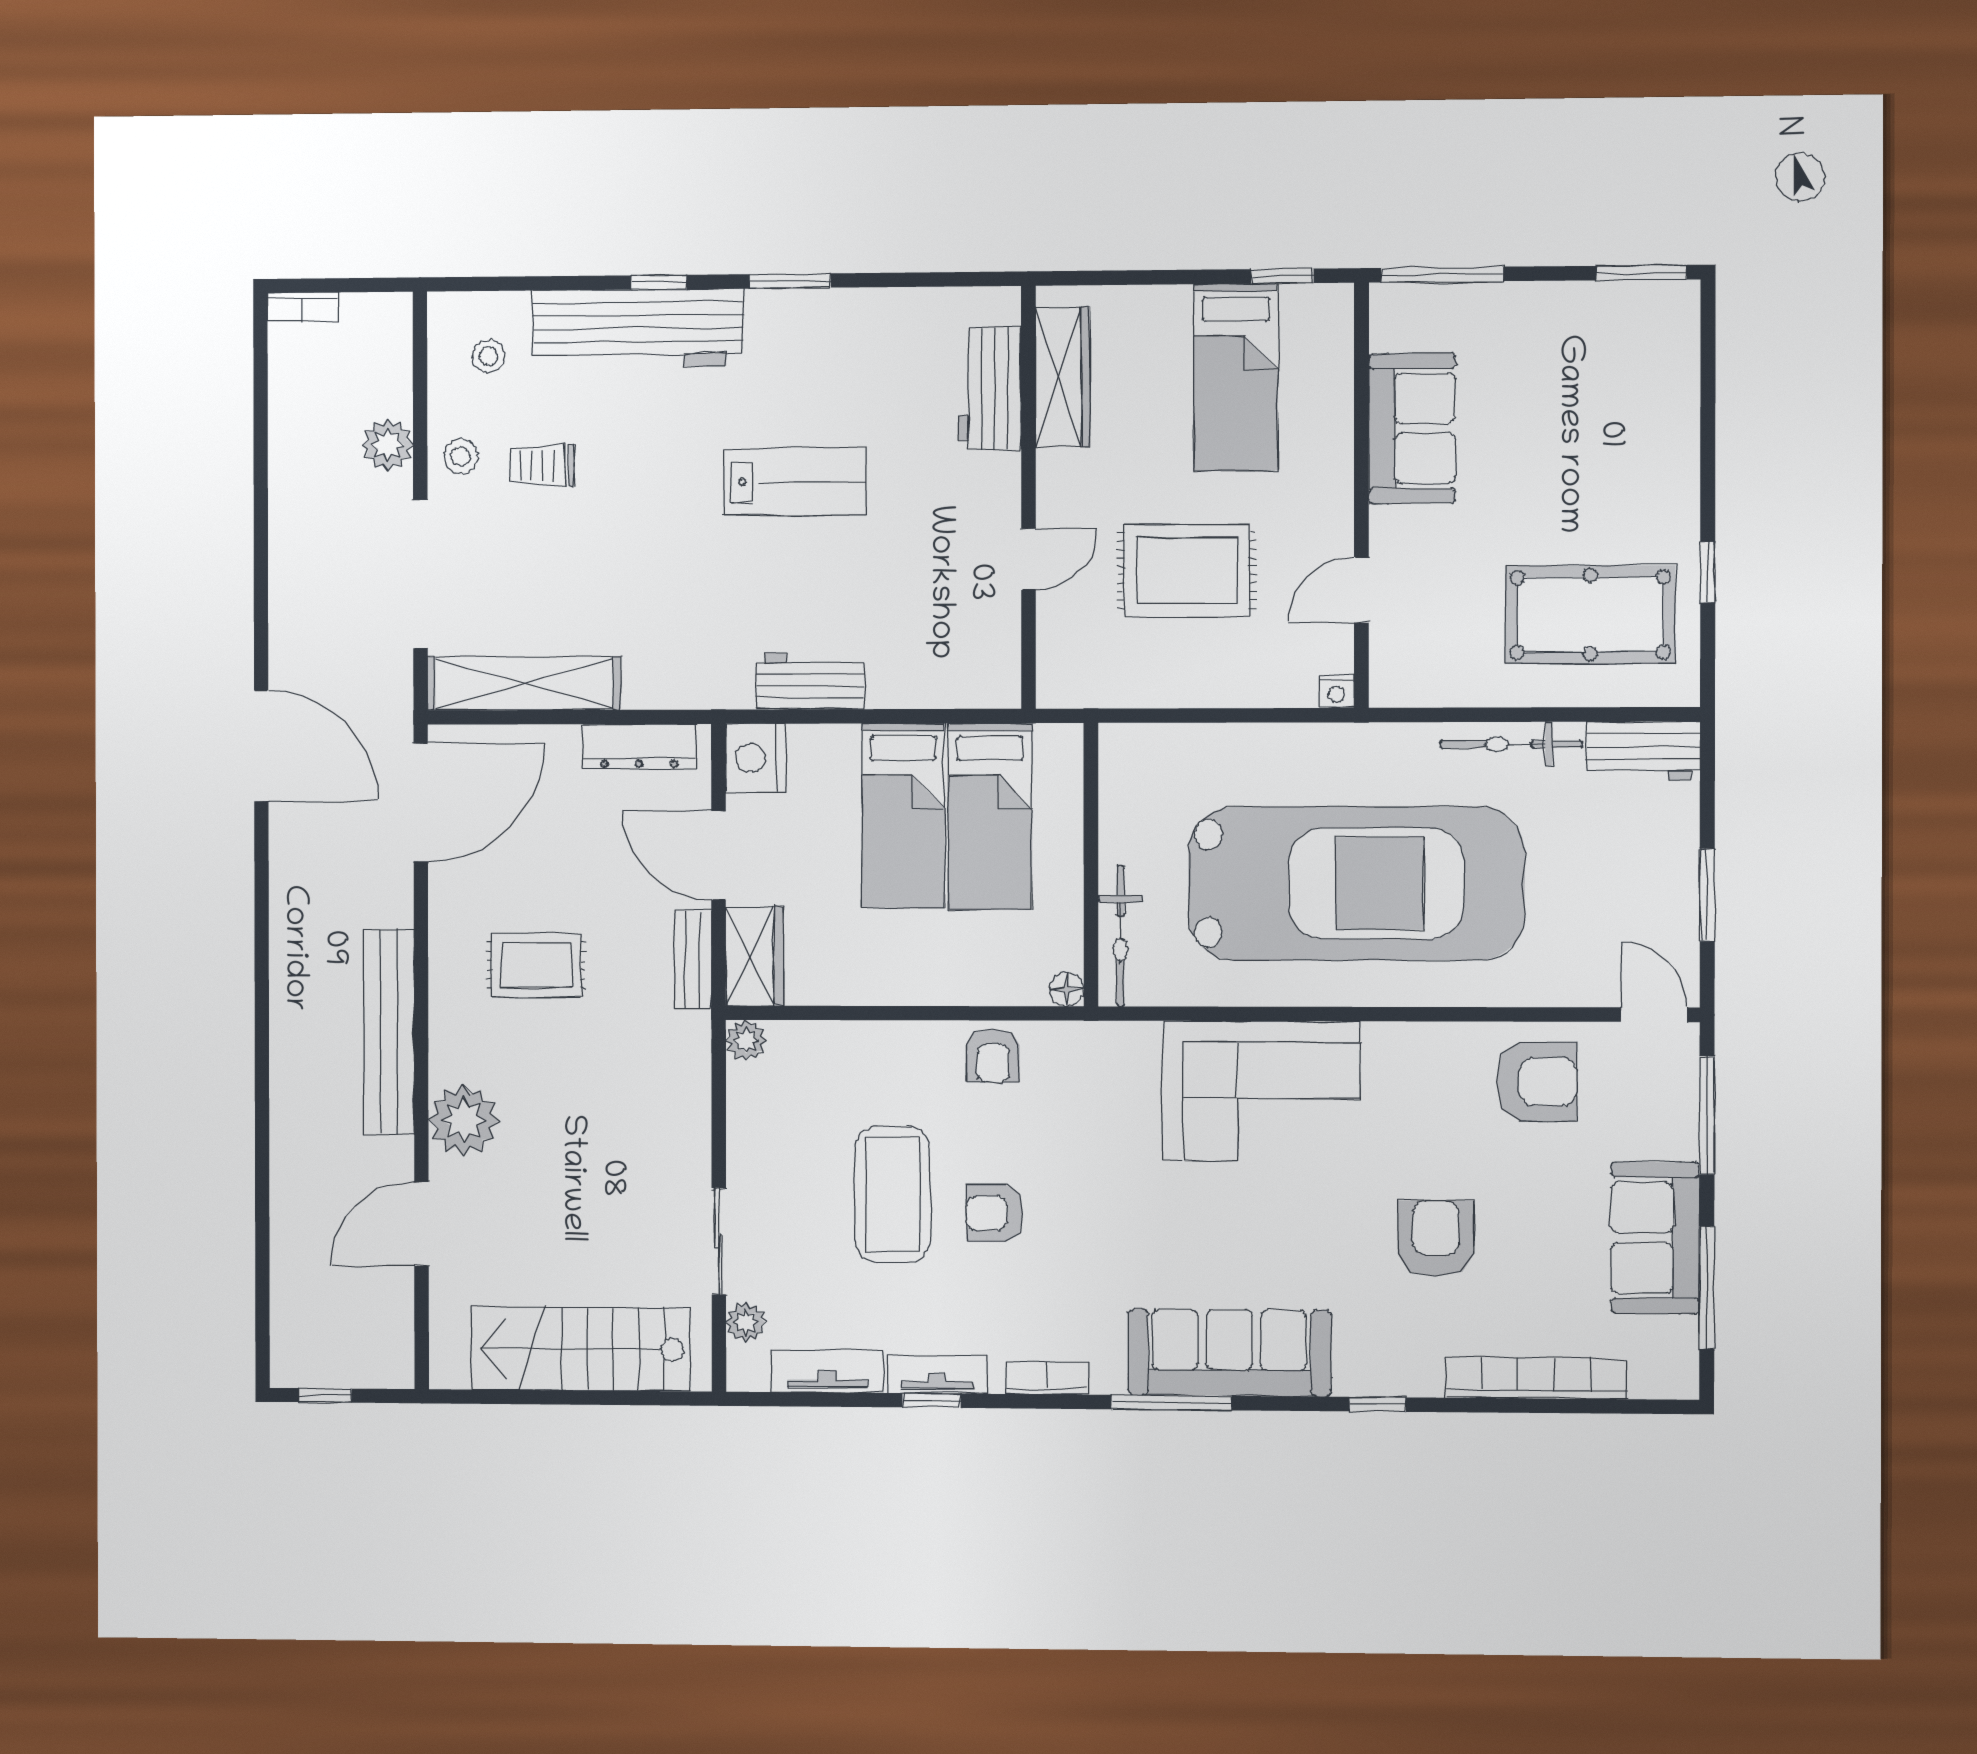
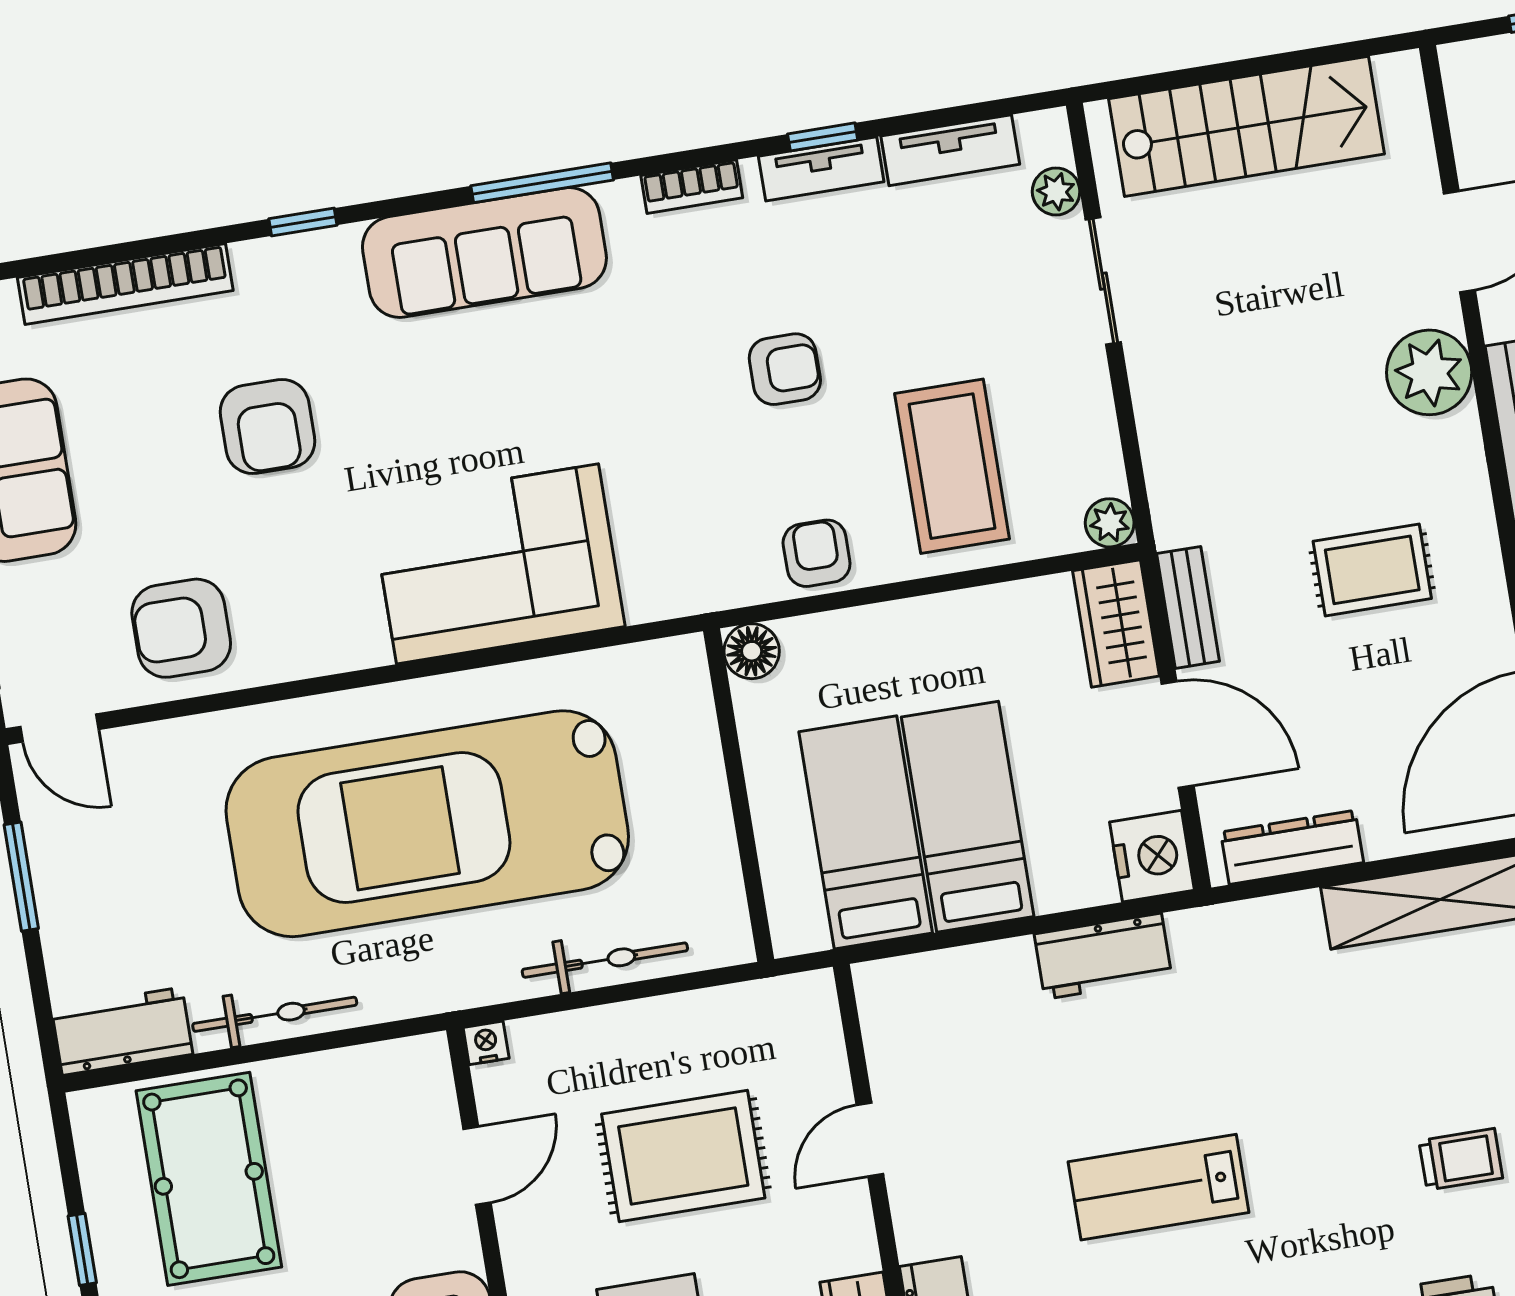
pool table: (1590, 615) -> (209, 1179), turned 90
bicycle: (1121, 936) -> (605, 960), moved, turned 90
floor lamp: (1067, 989) -> (752, 651), width x1.37, depth x1.37
coffee table: (892, 1194) -> (952, 466), moved

